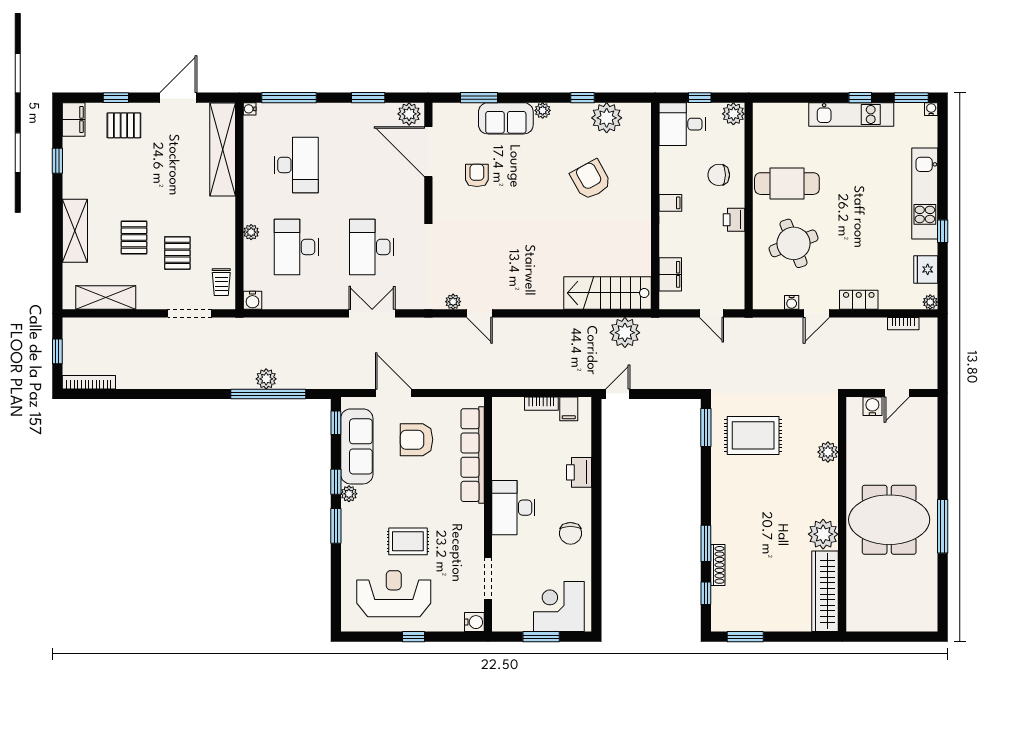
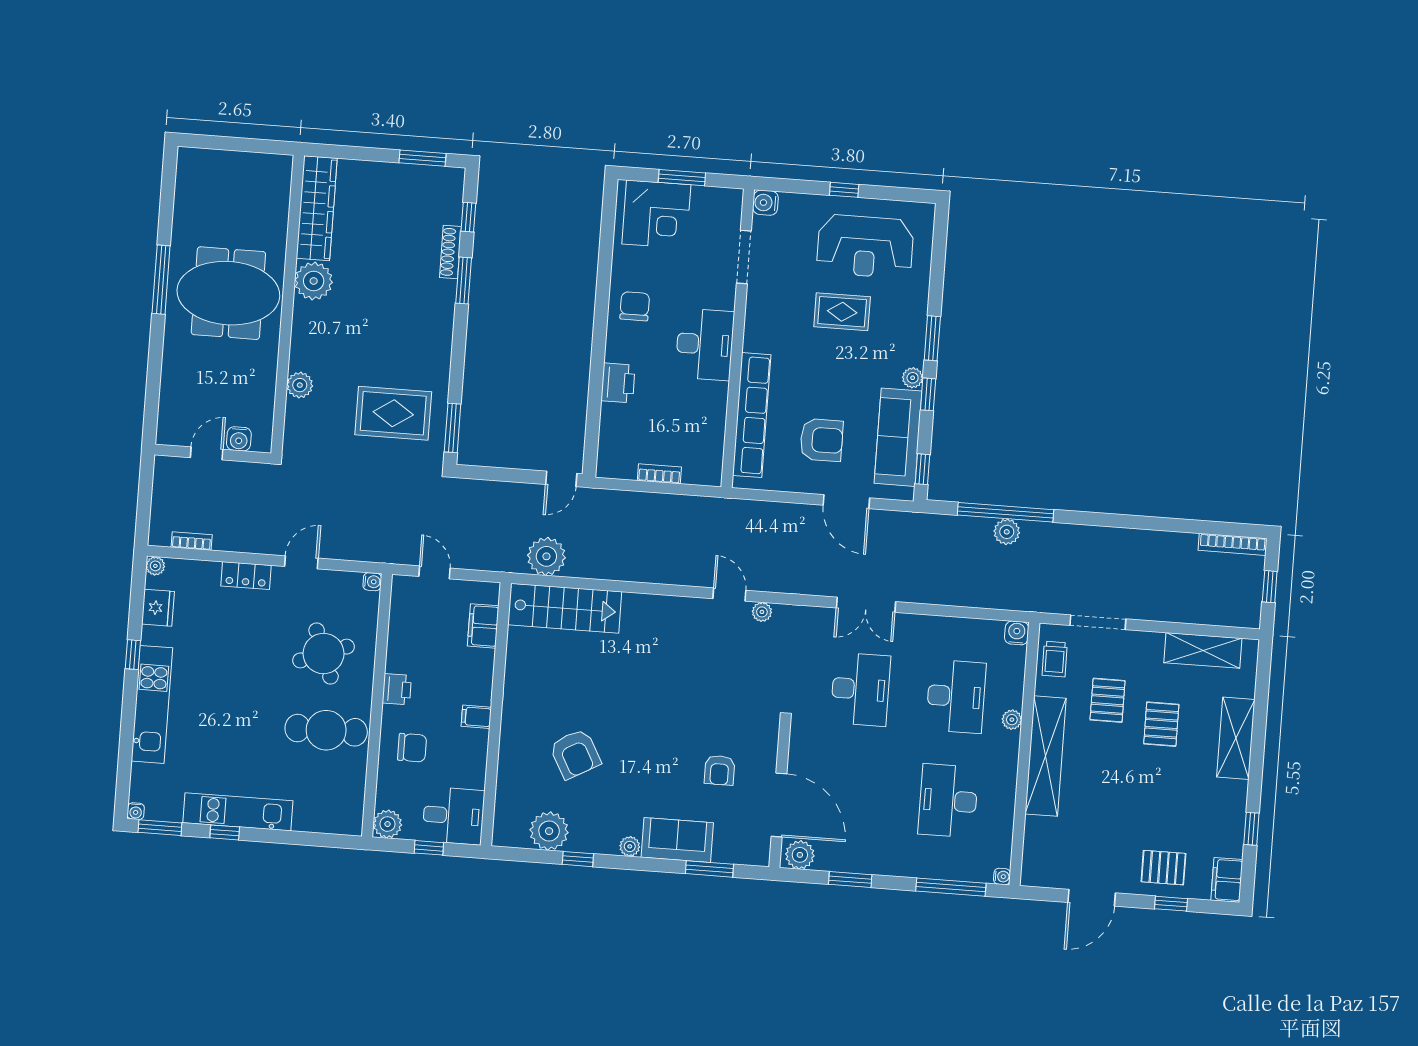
shelving: (223, 149) -> (1046, 756), moved
trolley: (221, 282) -> (1055, 659), turned 180
water cooler: (792, 302) -> (372, 582), moved, turned 90
filing cabinet: (569, 409) -> (625, 465), removed

